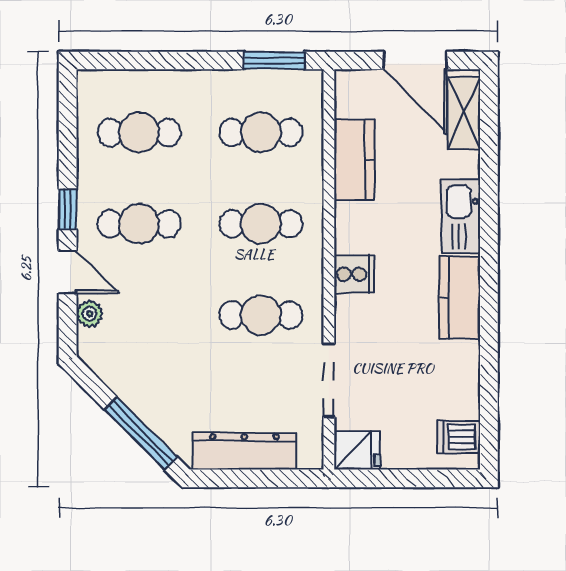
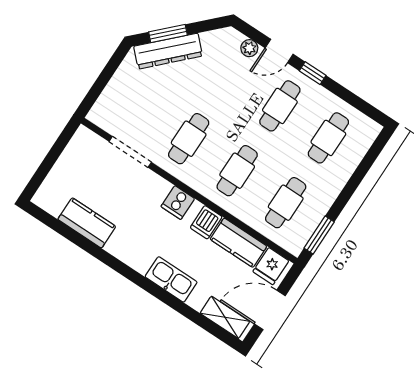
kitchen counter: (460, 298) -> (87, 223), moved
window: (141, 433) -> (168, 33), width x0.69
dishwasher: (459, 437) -> (206, 222), moved, turned 180
fridge: (357, 450) -> (271, 266), moved
dresser: (244, 451) -> (168, 51), moved, turned 45

